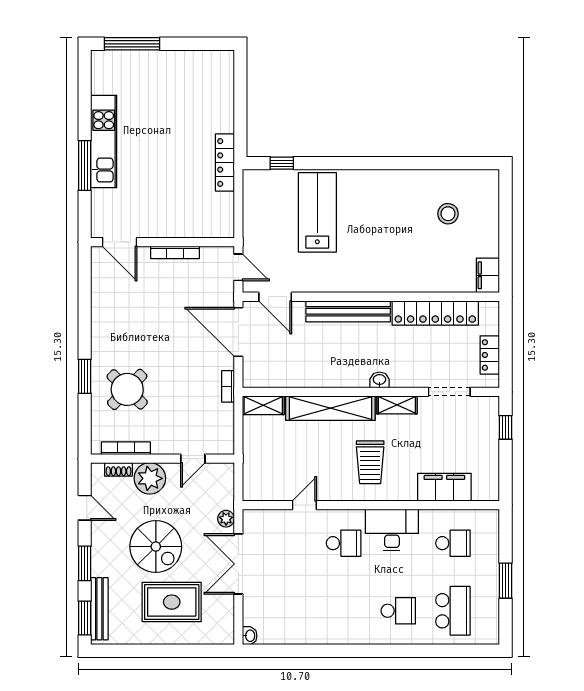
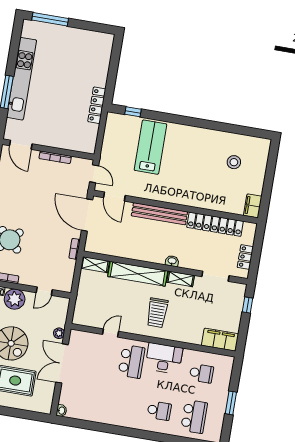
kitchen unit: (104, 141) -> (22, 79), width x1.36
filing cabinet: (444, 487) -> (220, 340), moved
school desk: (344, 543) -> (131, 362), width x1.85

